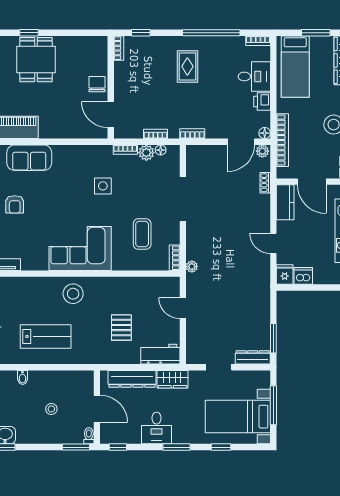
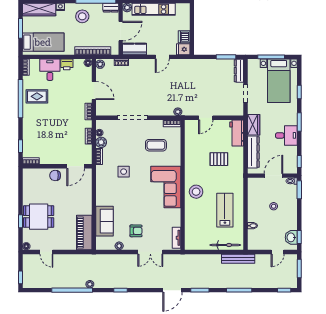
rug: (187, 66) -> (37, 96), moved
door: (241, 142) -> (94, 90), moved

